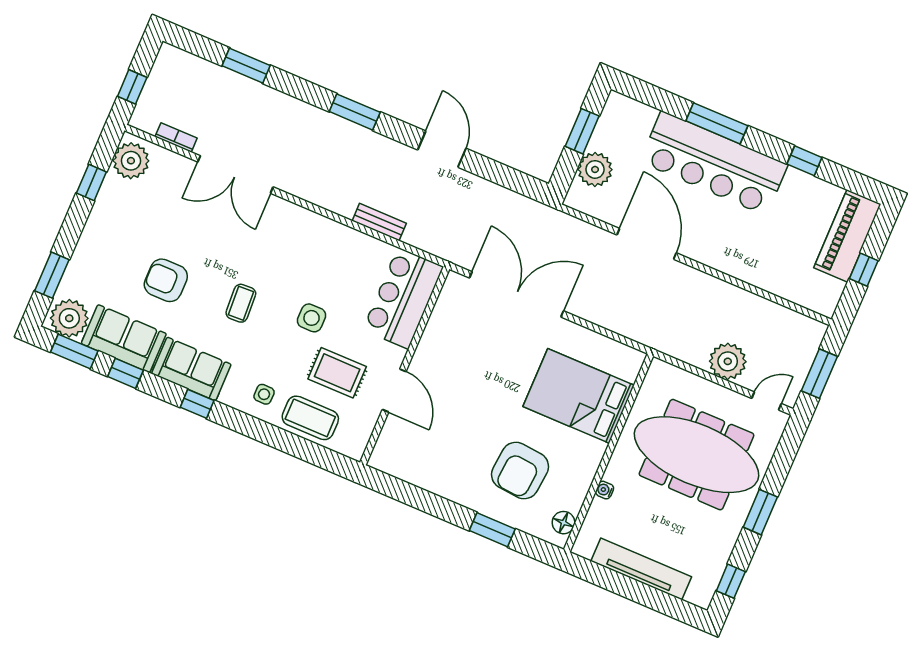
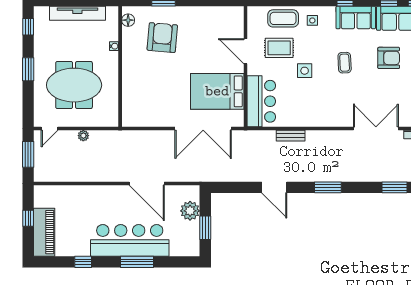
plant: (728, 361) -> (83, 136), width x0.53, depth x0.53
bed: (579, 396) -> (217, 91), moved, turned 180
meeting table: (697, 455) -> (74, 85), width x0.73

